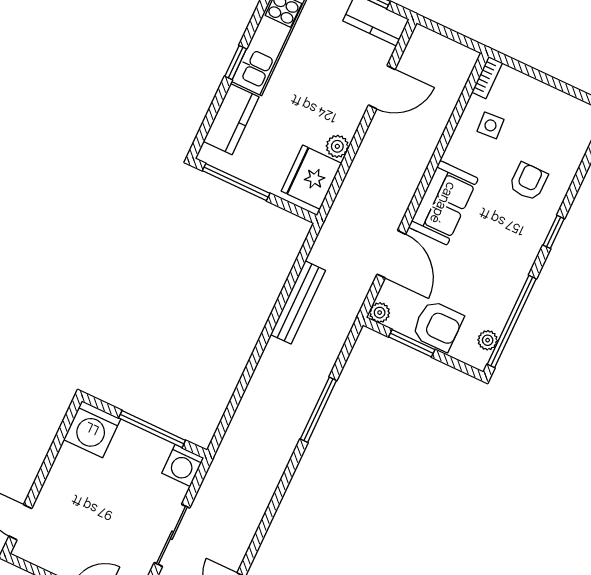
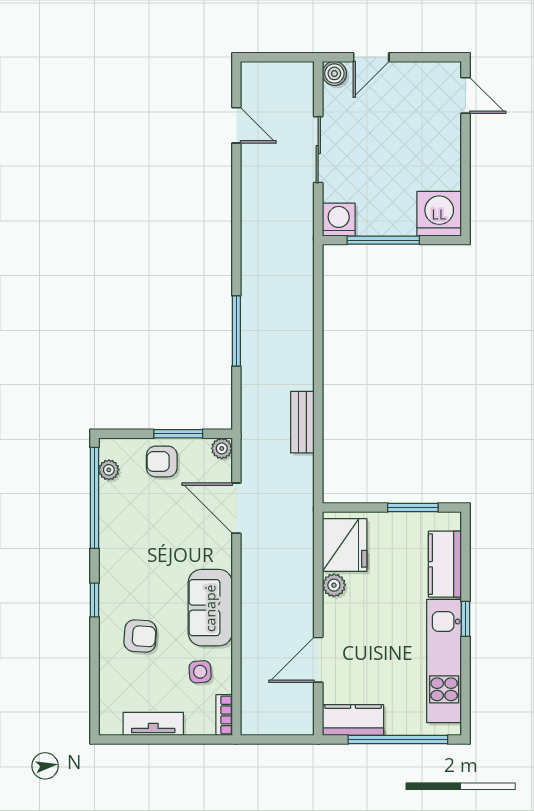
tv unit: (553, 99) -> (153, 724), added
armchair: (528, 181) -> (140, 636), turned -86
window: (236, 182) -> (413, 508), width x0.69
sofa: (443, 203) -> (210, 608), moved
bench: (298, 302) -> (302, 422), width x0.73
armchair: (438, 326) -> (162, 461), width x0.72, depth x0.72

